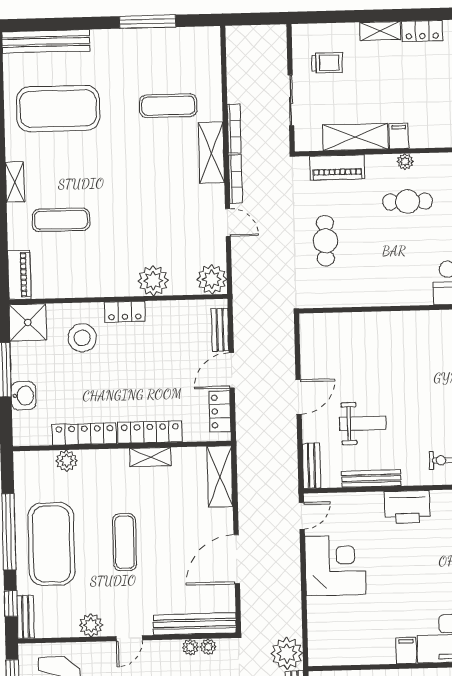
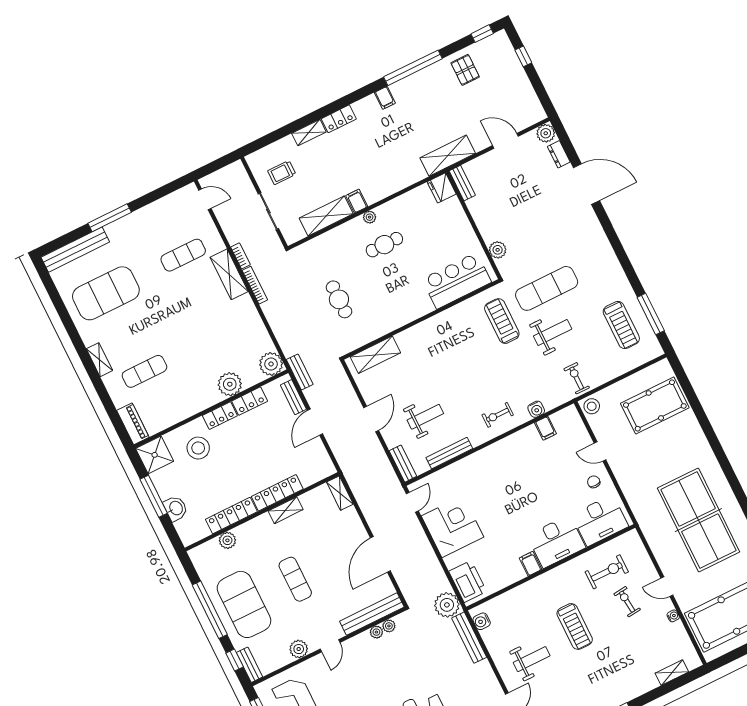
window: (148, 22) -> (110, 218), moved
trolley: (327, 63) -> (282, 173), turned 180
bookcase: (234, 129) -> (240, 256), width x0.64
piano: (337, 167) -> (323, 244), removed
door: (228, 223) -> (205, 199), moved
bench: (241, 304) -> (300, 372), added
shelving: (338, 325) -> (375, 355), added
locker: (220, 411) -> (250, 401), moved, turned -90
shelving: (220, 476) -> (340, 493), width x0.67, depth x0.75
printer: (407, 507) -> (468, 581), moved, turned -90

